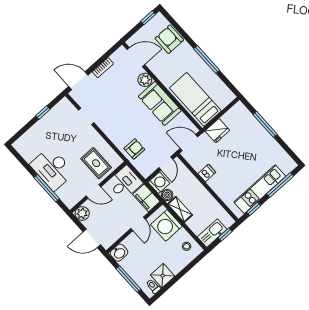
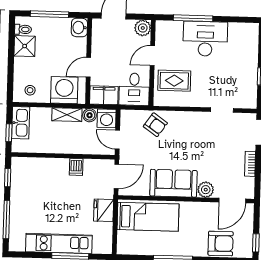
armchair: (134, 149) -> (155, 125), turned -55
kitchen unit: (260, 189) -> (59, 243), moved, turned -90
door: (138, 224) -> (88, 67), hinge flipped

